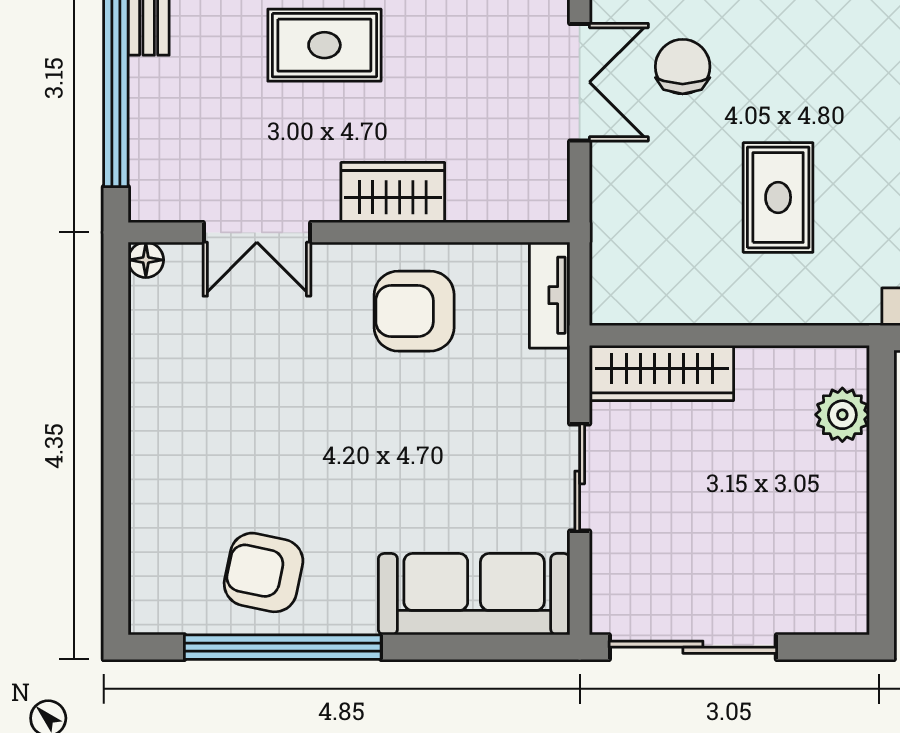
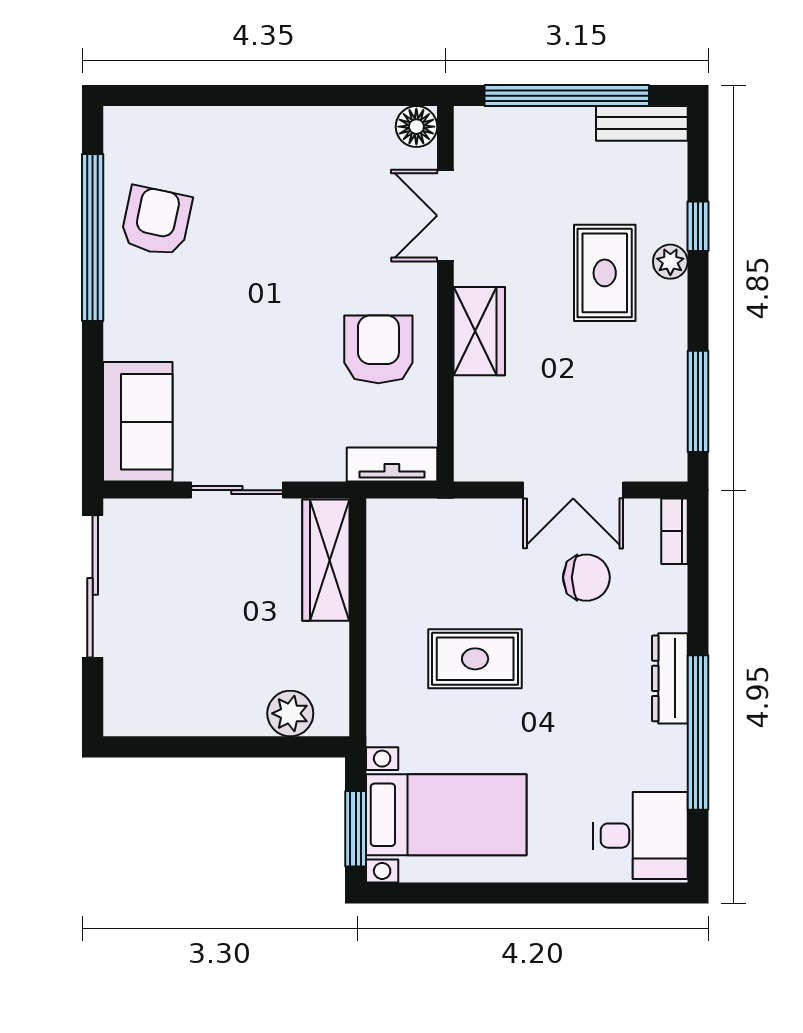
floor lamp: (146, 260) -> (416, 127), width x1.37, depth x1.37
sofa: (474, 594) -> (138, 422), width x0.73

